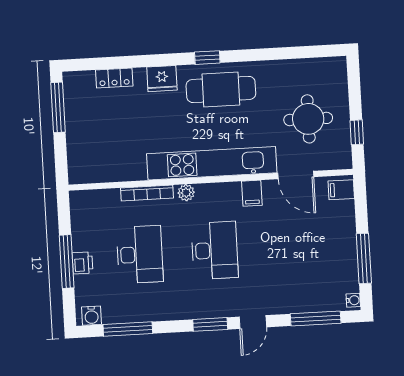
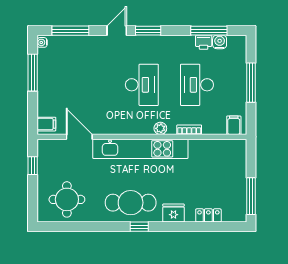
round table: (308, 119) -> (67, 199), moved
bookcase: (147, 193) -> (189, 130), width x0.64
filing cabinet: (252, 193) -> (234, 125), moved
desk: (215, 250) -> (142, 85), turned 180
printer: (83, 263) -> (204, 42), moved, turned -90
water cooler: (92, 316) -> (220, 42), moved

